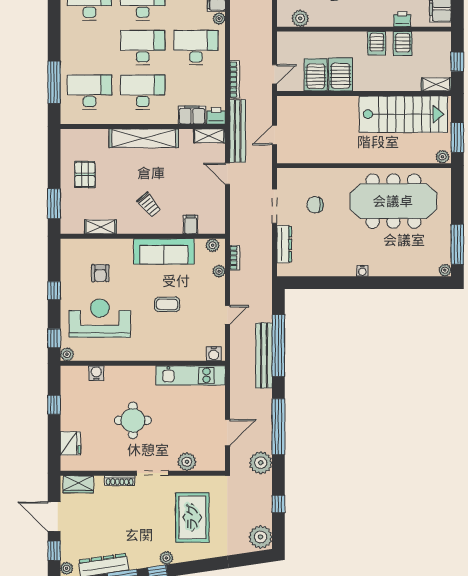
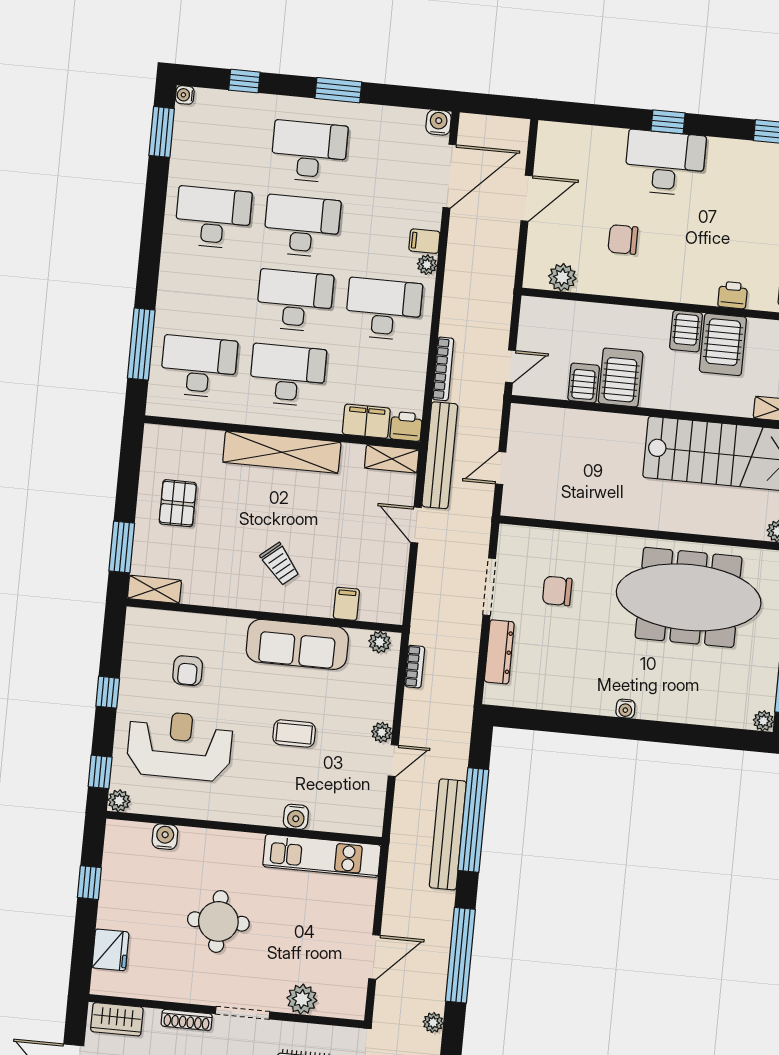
server rack: (403, 44) -> (723, 344), width x1.36, depth x1.44
server rack: (316, 75) -> (584, 383), width x0.73, depth x0.70
shelving: (100, 227) -> (154, 589), moved
plant: (219, 271) -> (382, 732), moved
water cooler: (214, 354) -> (296, 817), moved
plant: (261, 463) -> (433, 1023), width x0.53, depth x0.53

